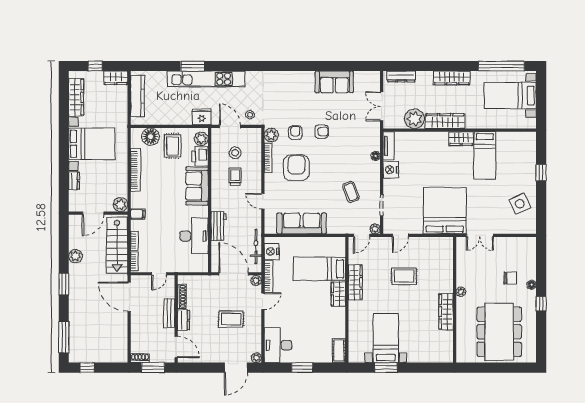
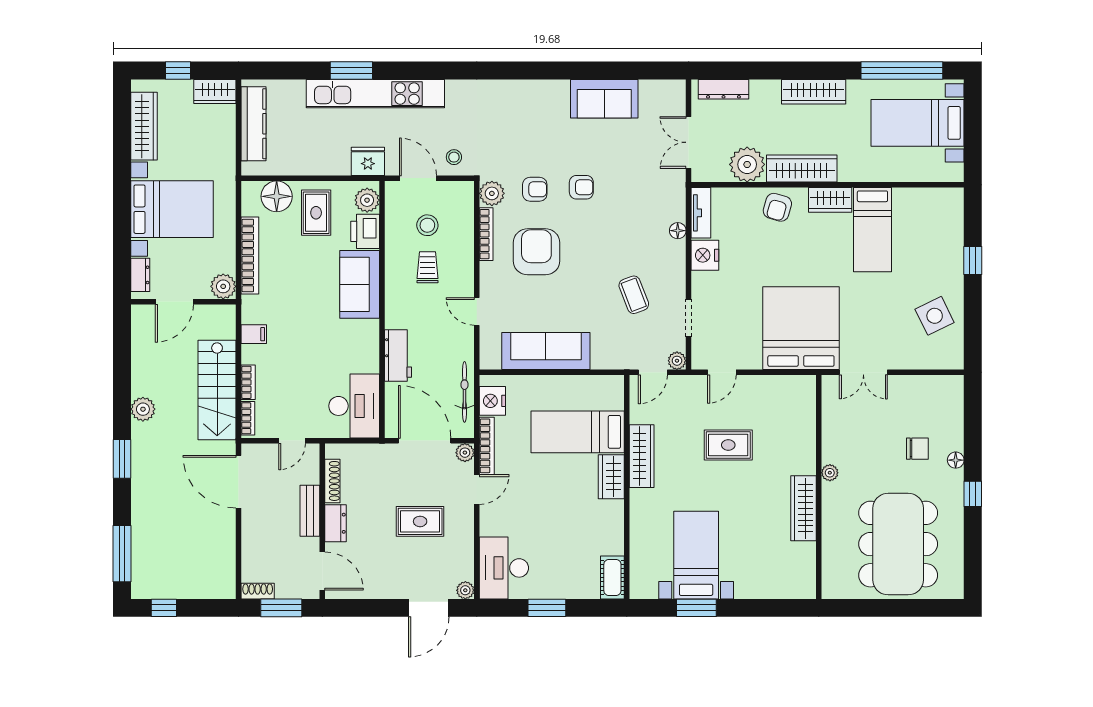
armchair: (295, 133) -> (535, 189), turned 90
armchair: (431, 143) -> (777, 207), added
plant: (121, 205) -> (223, 286), moved
door: (93, 213) -> (174, 302), moved
wall: (98, 213) -> (183, 302), moved
desk: (194, 236) -> (354, 406), moved

